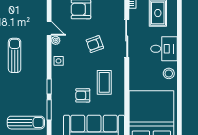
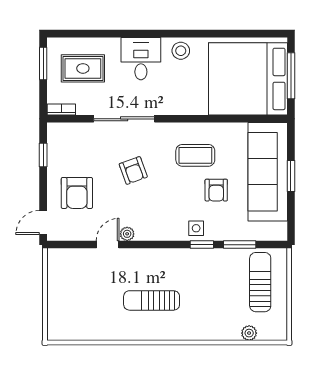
side table: (59, 61) -> (196, 228), moved

